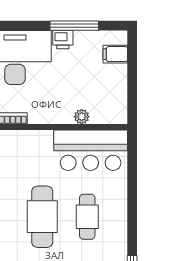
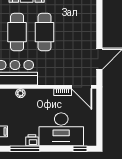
cafe table: (87, 217) -> (17, 32), width x1.37, depth x1.35

